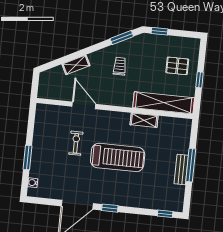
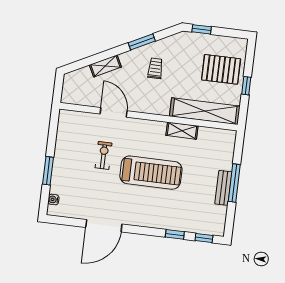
window: (122, 38) -> (142, 42), moved
pallet: (177, 66) -> (221, 69), width x1.50, depth x1.42
window: (110, 208) -> (175, 234), moved

